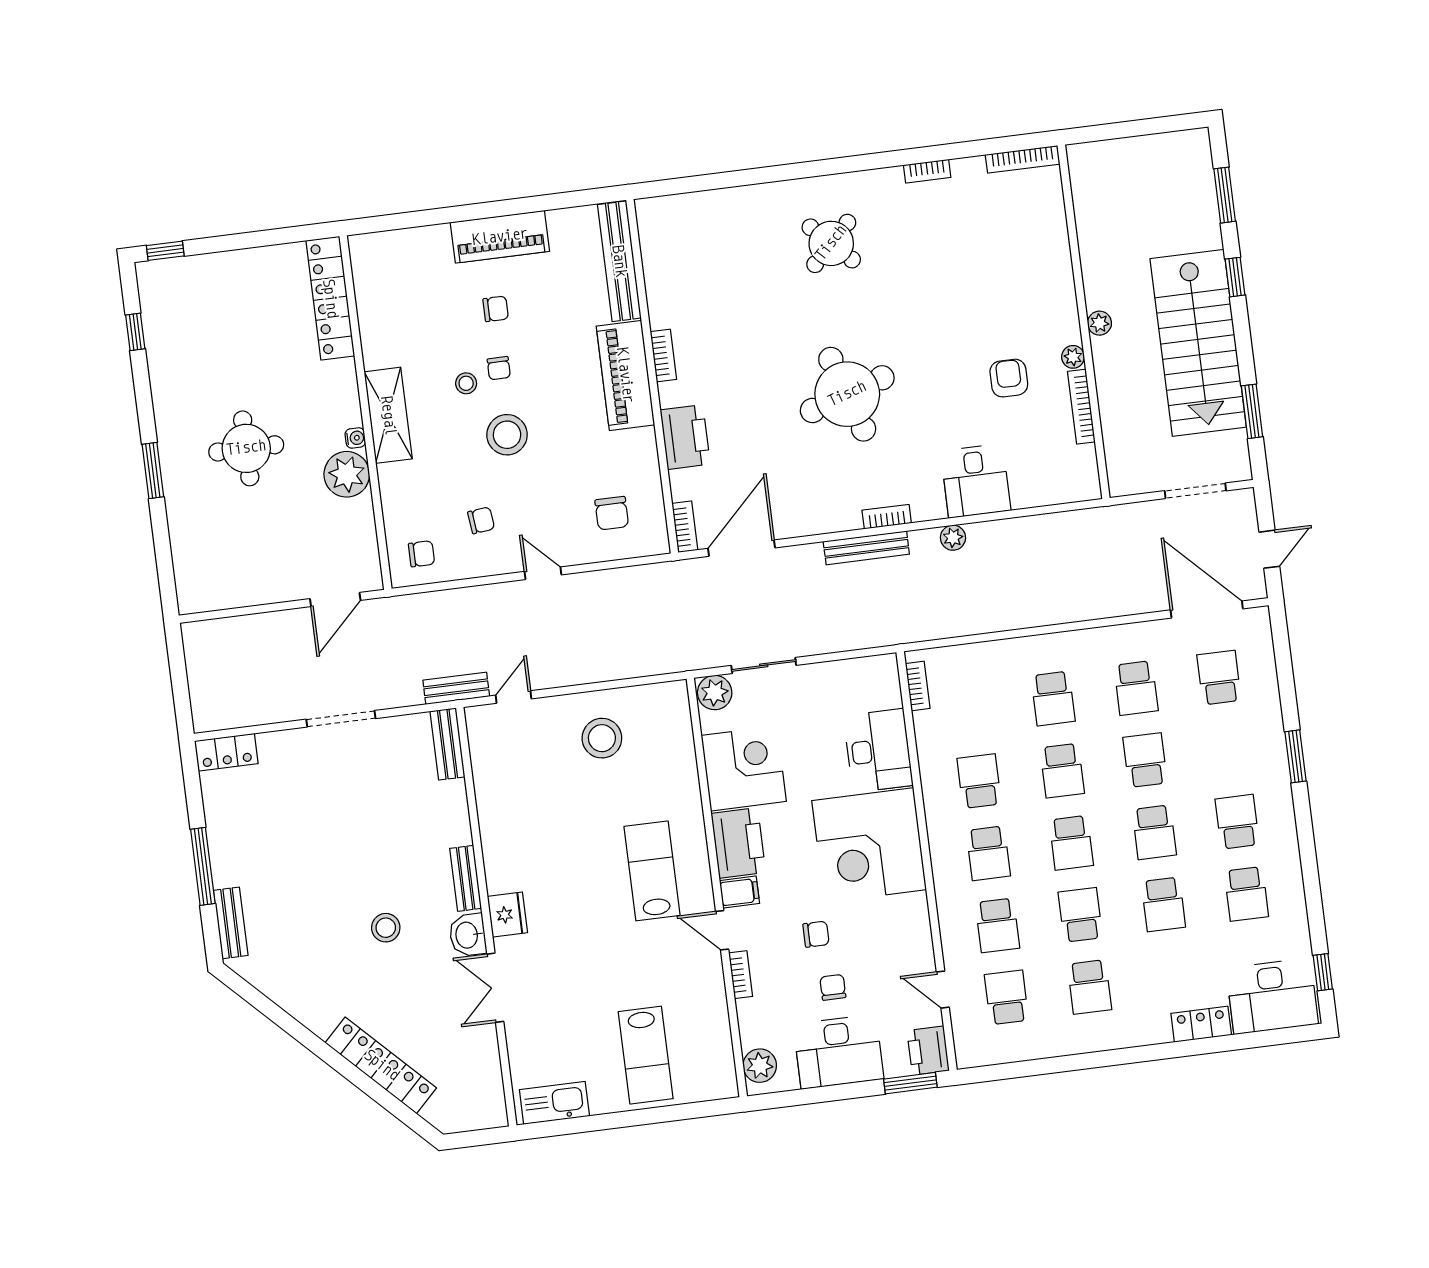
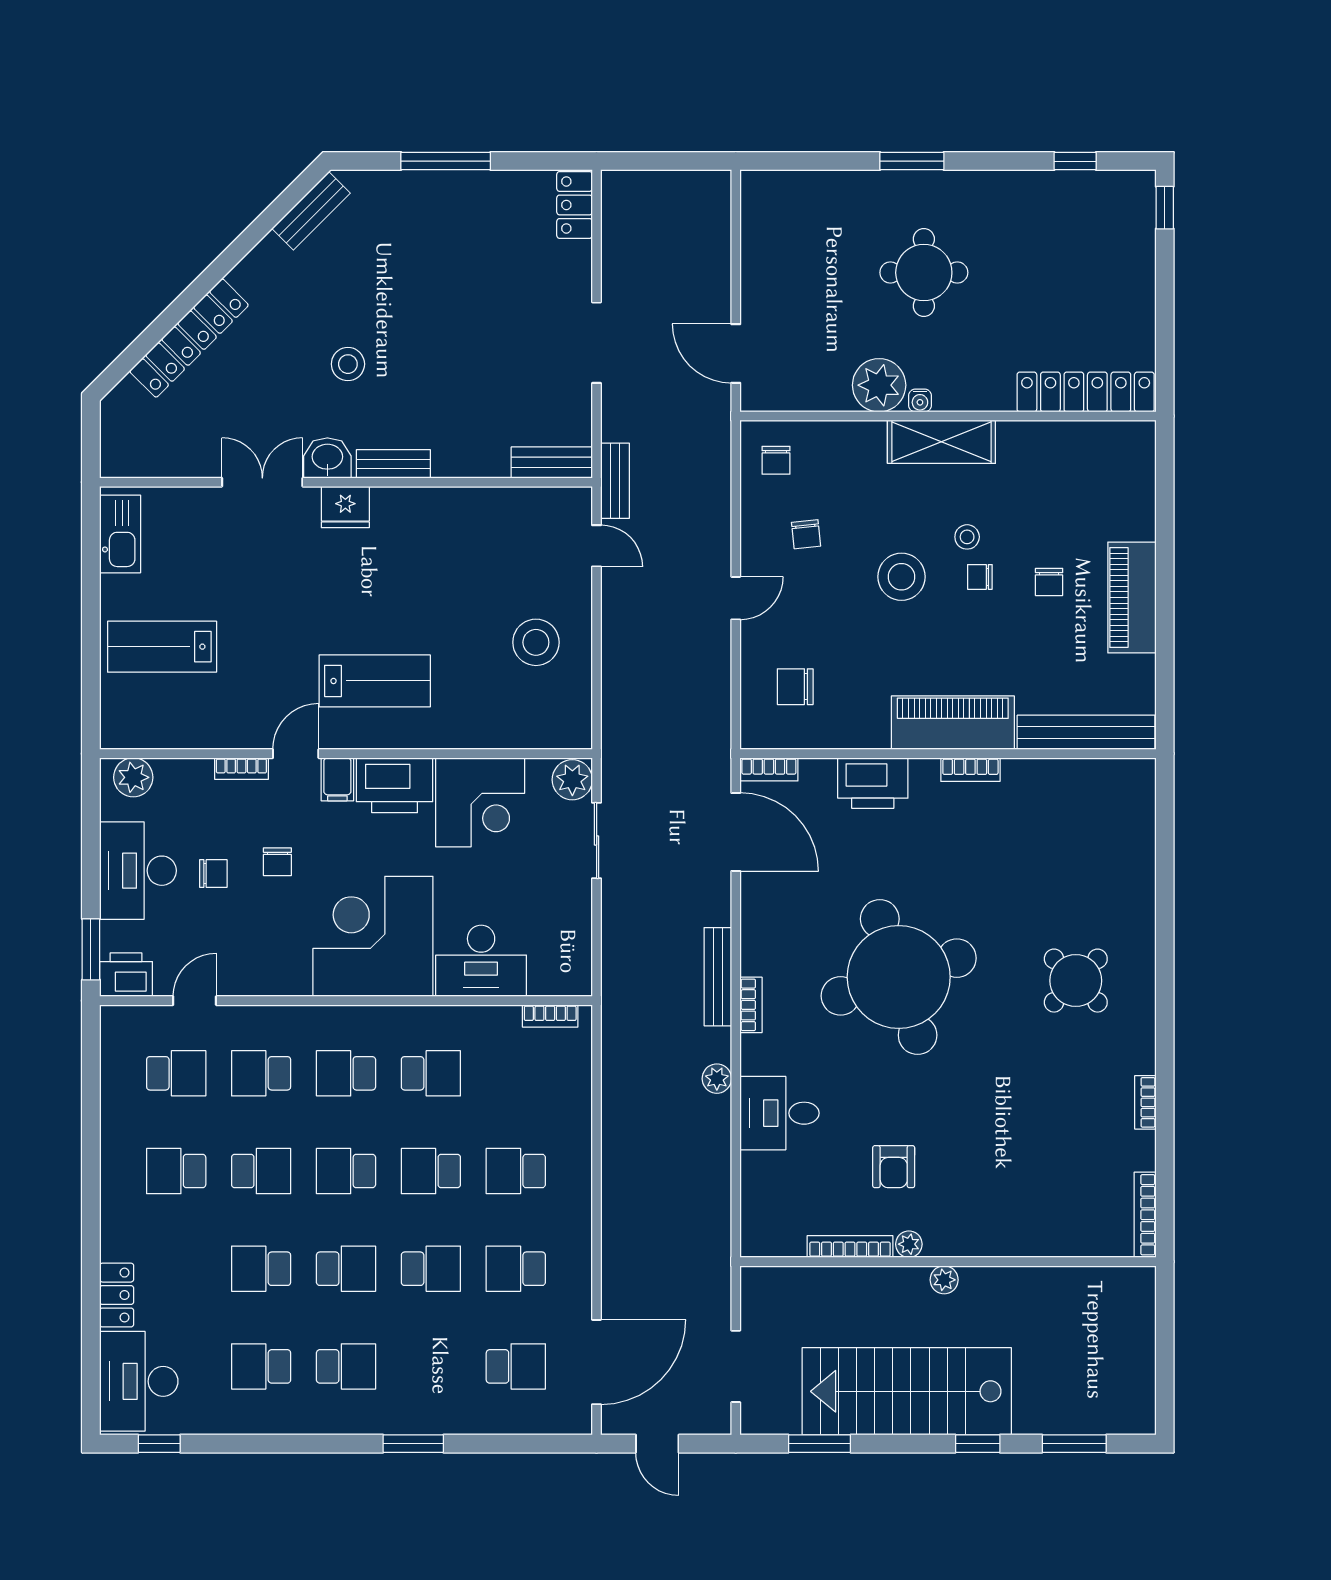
armchair: (1009, 378) -> (894, 1167), turned 90
round table: (847, 394) -> (899, 977), width x1.36, depth x1.36
school desk: (1154, 832) -> (346, 1269), turned 180
bench: (231, 923) -> (311, 211), moved, turned -45

